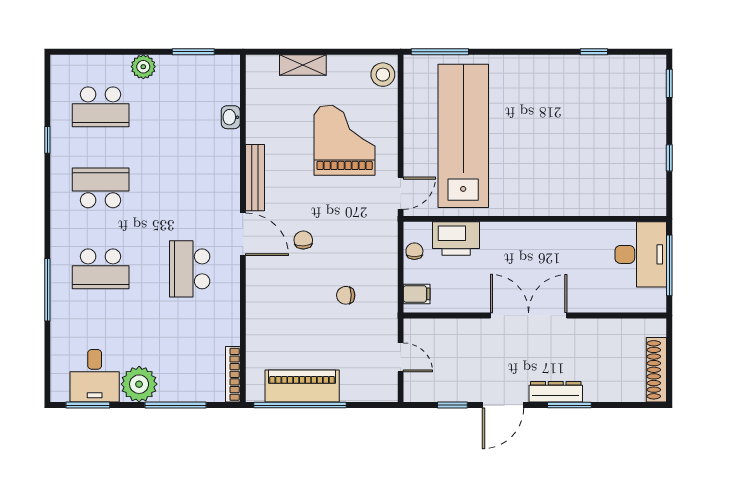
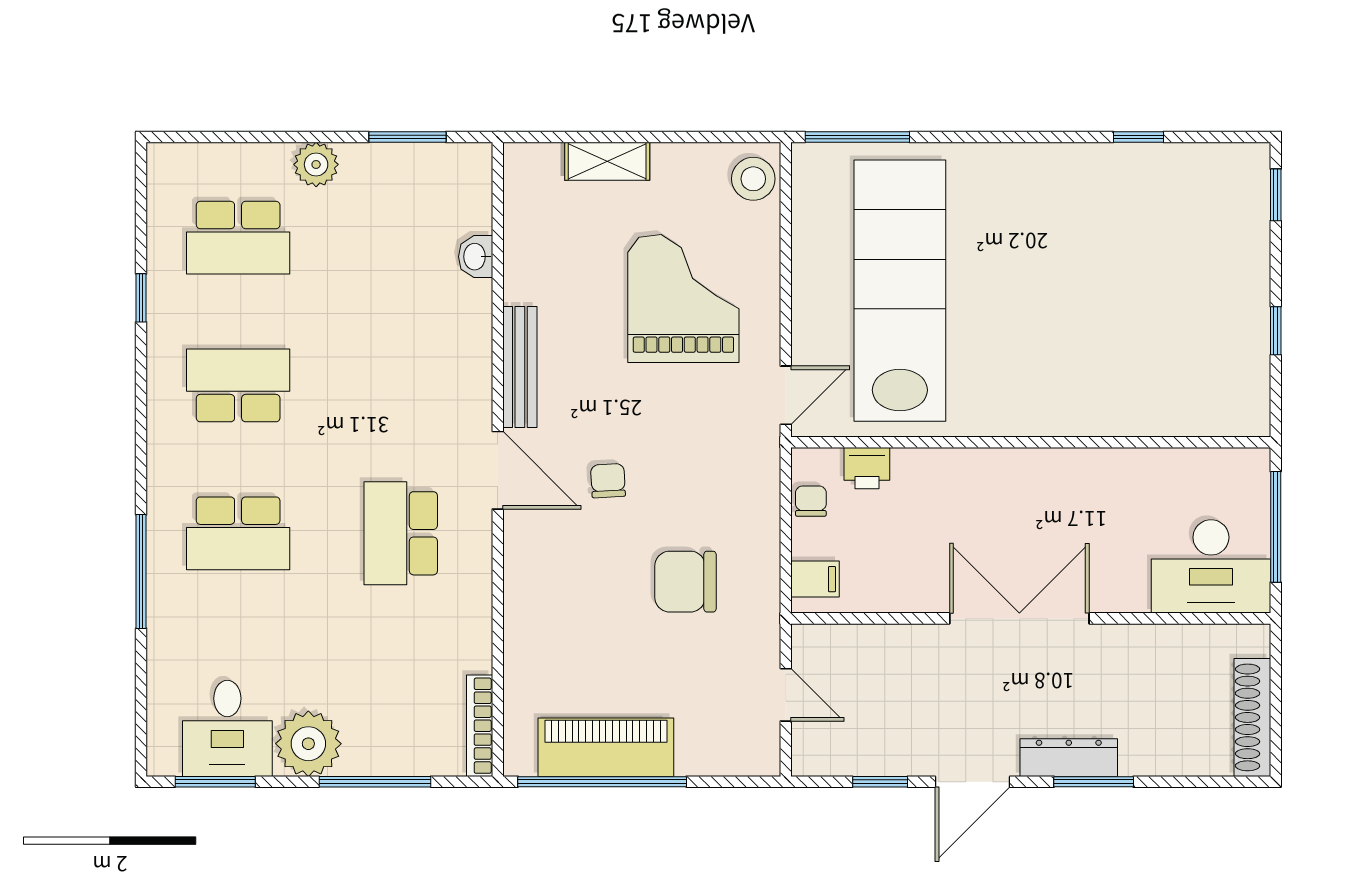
printer: (456, 239) -> (867, 468), width x0.53, depth x0.68
desk: (641, 254) -> (1211, 566), moved, turned 90
chair: (346, 295) -> (686, 582), width x1.87, depth x1.87

